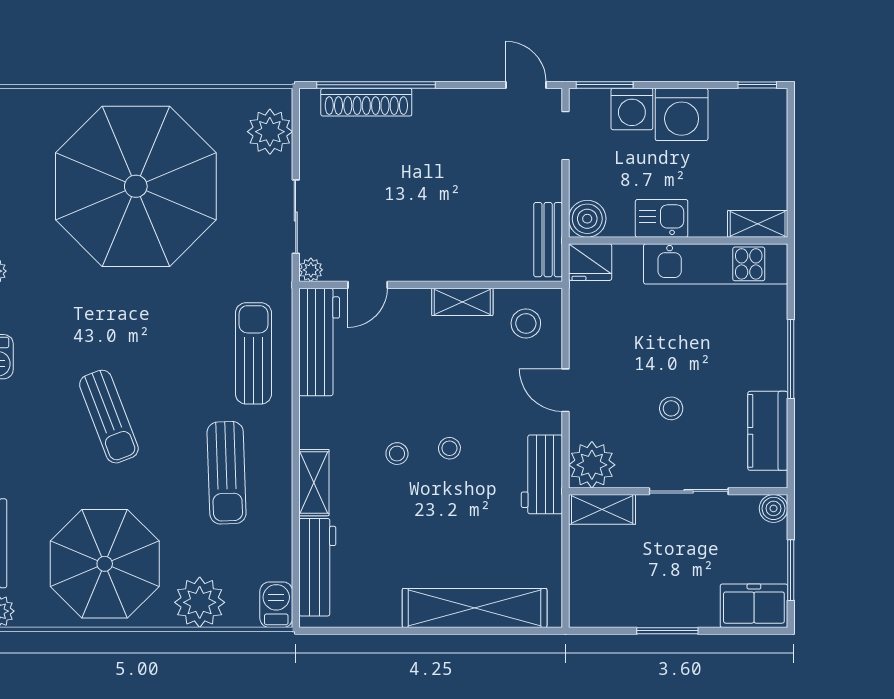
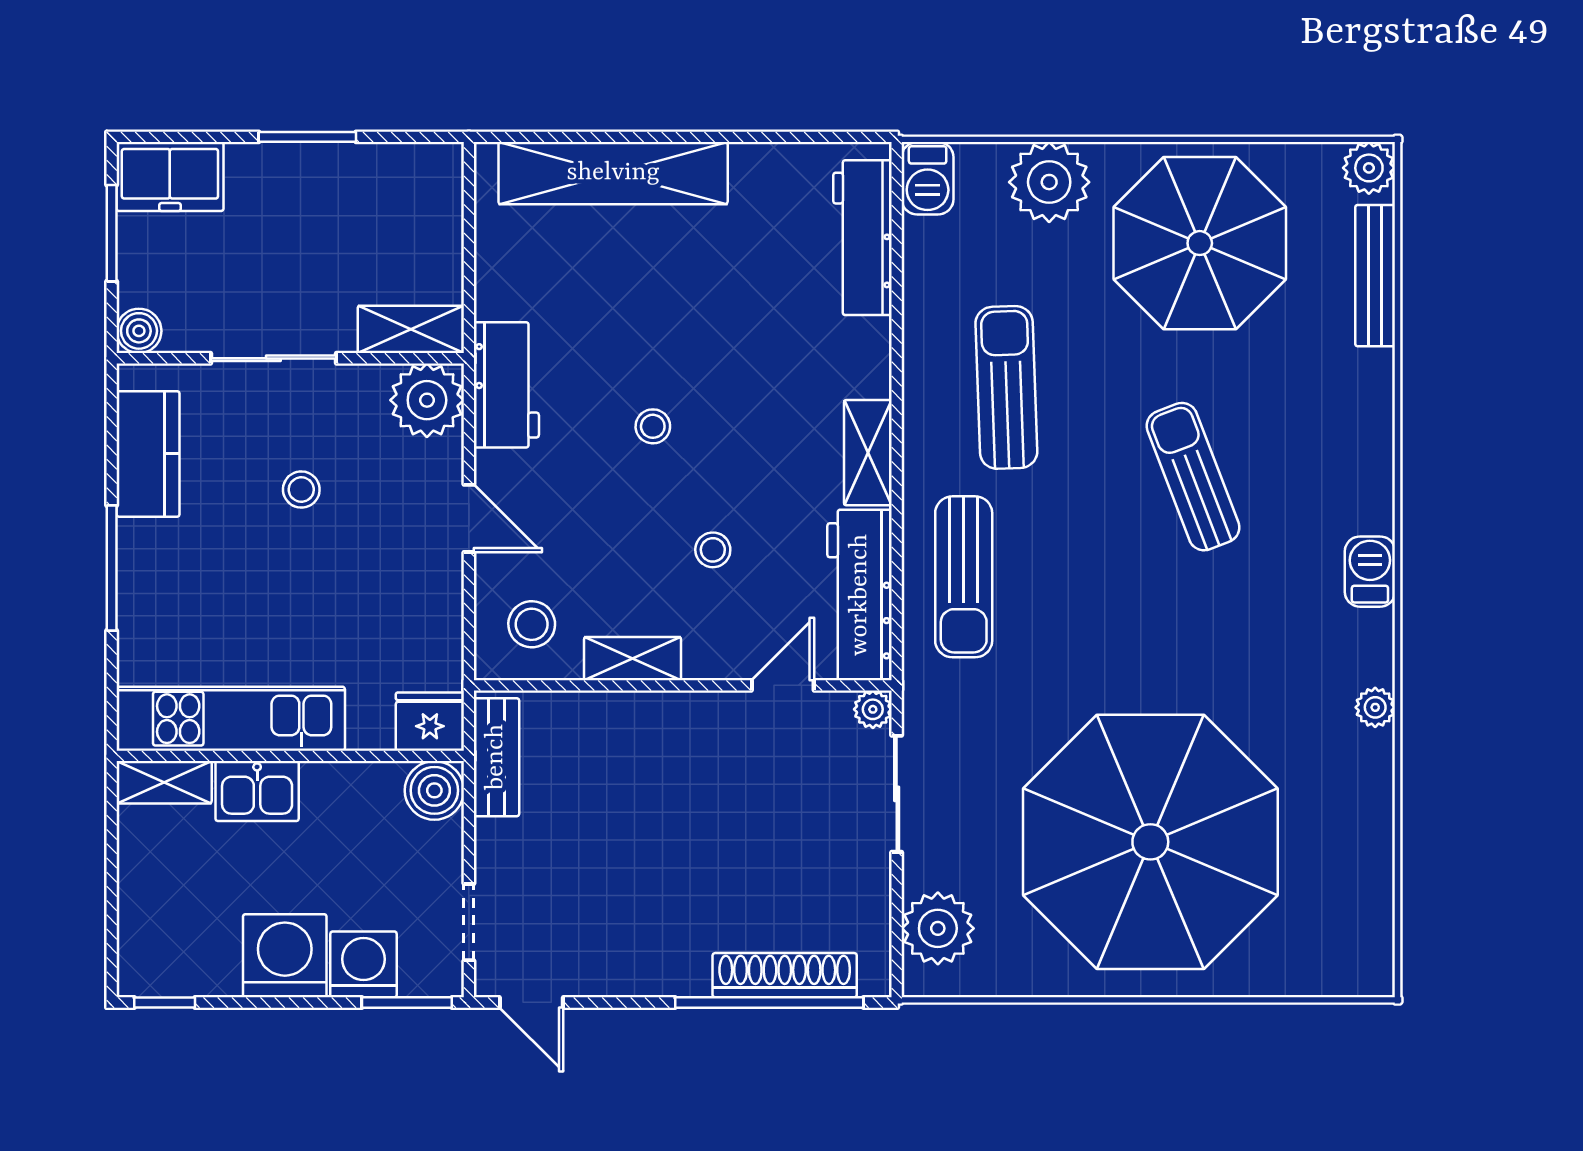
kitchen sink: (662, 218) -> (257, 791), moved
stool: (397, 454) -> (713, 550), moved
shelving: (314, 483) -> (868, 453), moved

